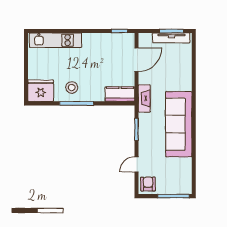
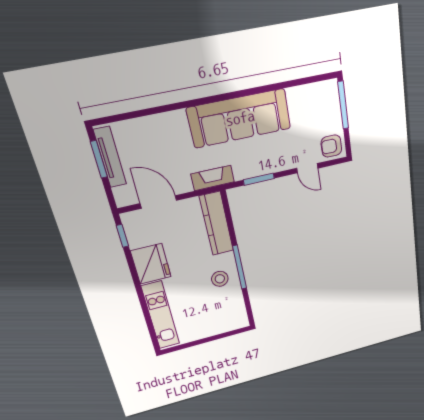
fridge: (41, 91) -> (151, 264), moved, turned 180
kitchen counter: (120, 94) -> (217, 224), width x1.50

